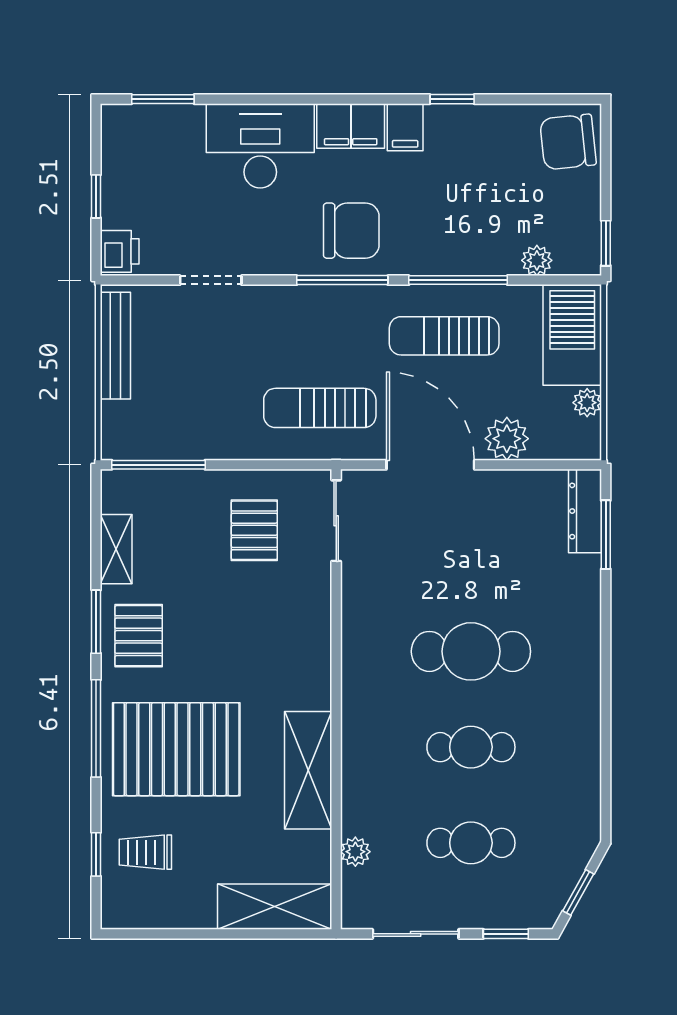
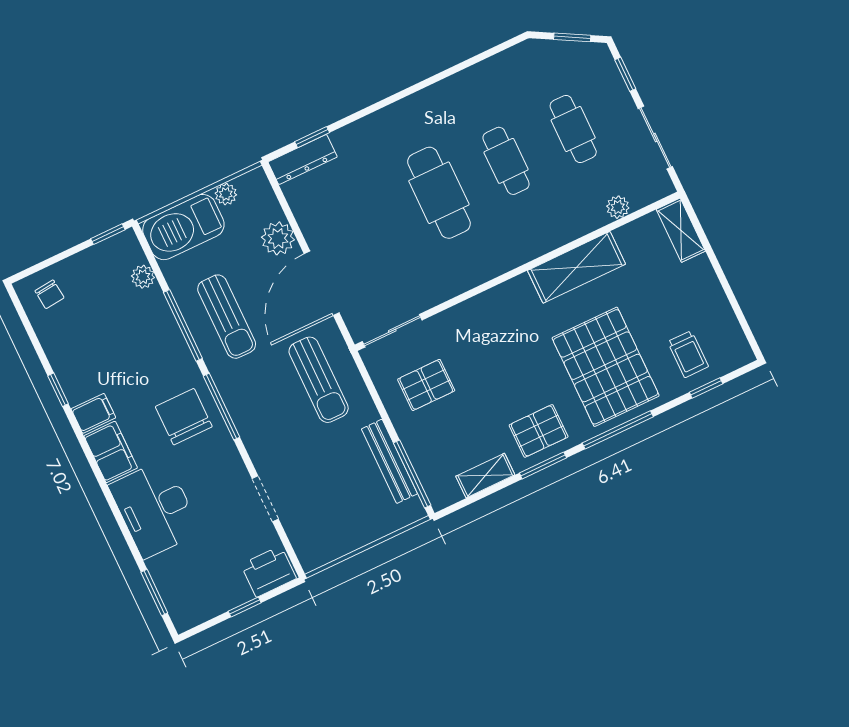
chair: (568, 142) -> (49, 294), width x0.54, depth x0.54
printer: (120, 251) -> (269, 571), width x1.36, depth x1.24
bench: (115, 346) -> (389, 461), moved, turned 90
window: (606, 535) -> (312, 137), width x0.67
shelving: (275, 907) -> (681, 230), width x0.67, depth x0.75

